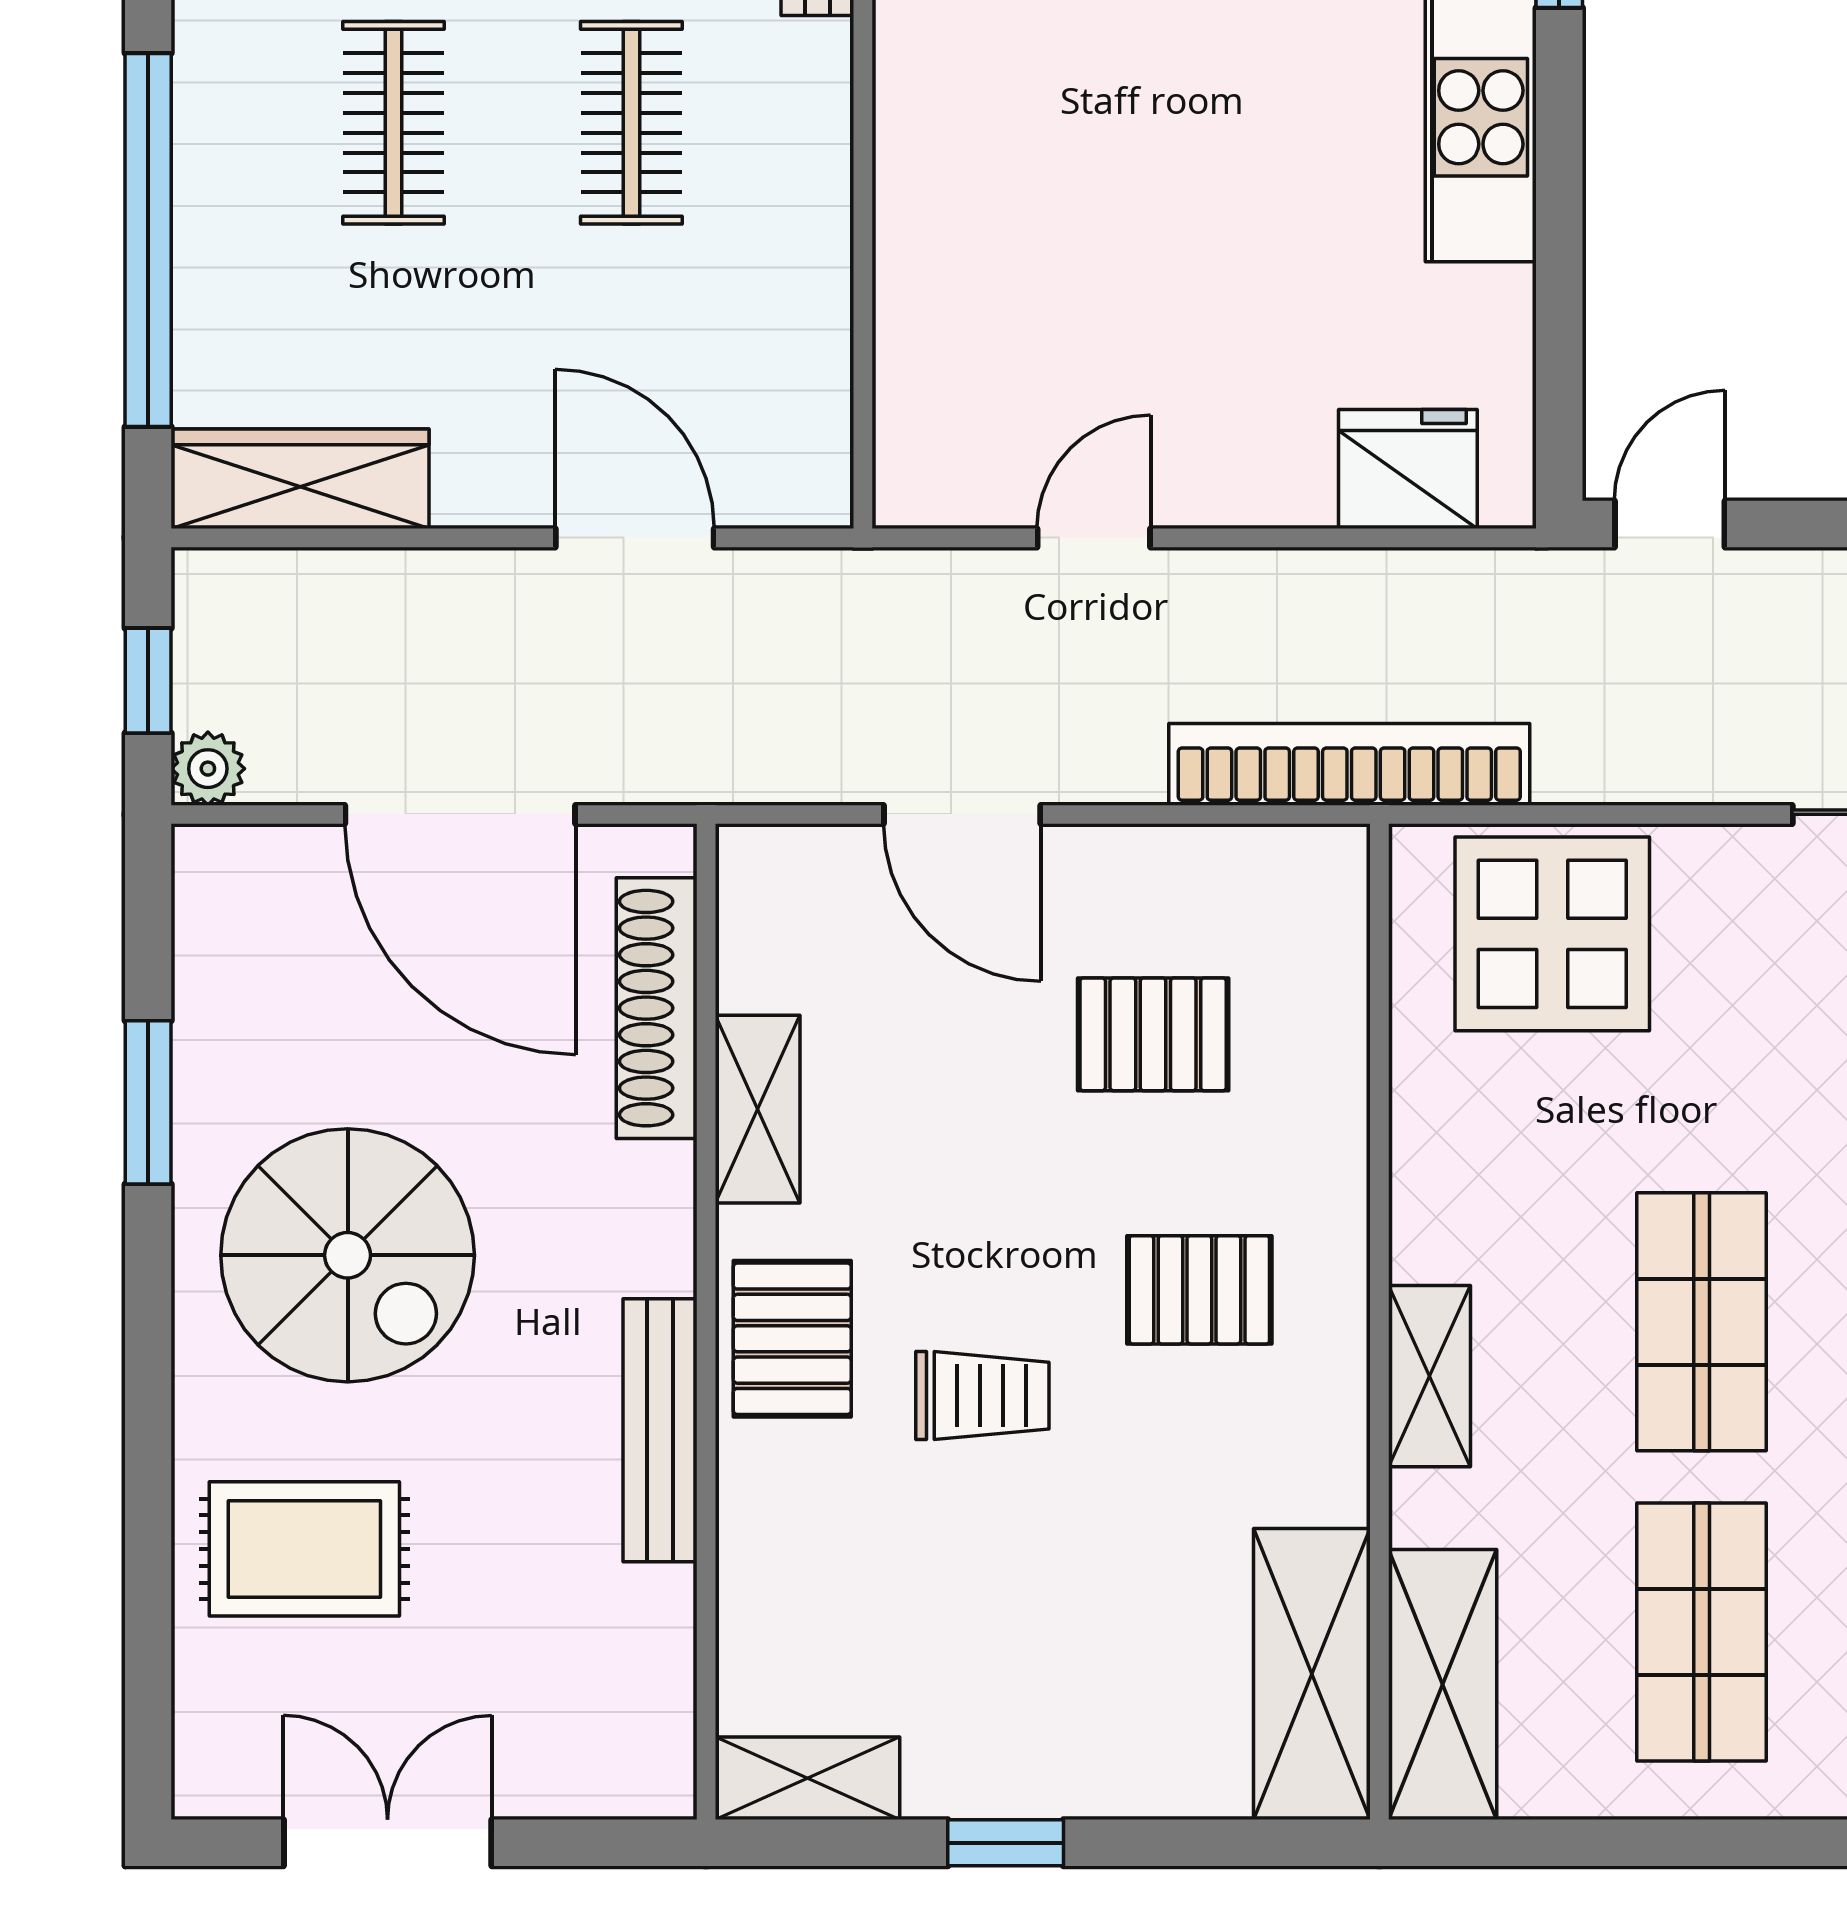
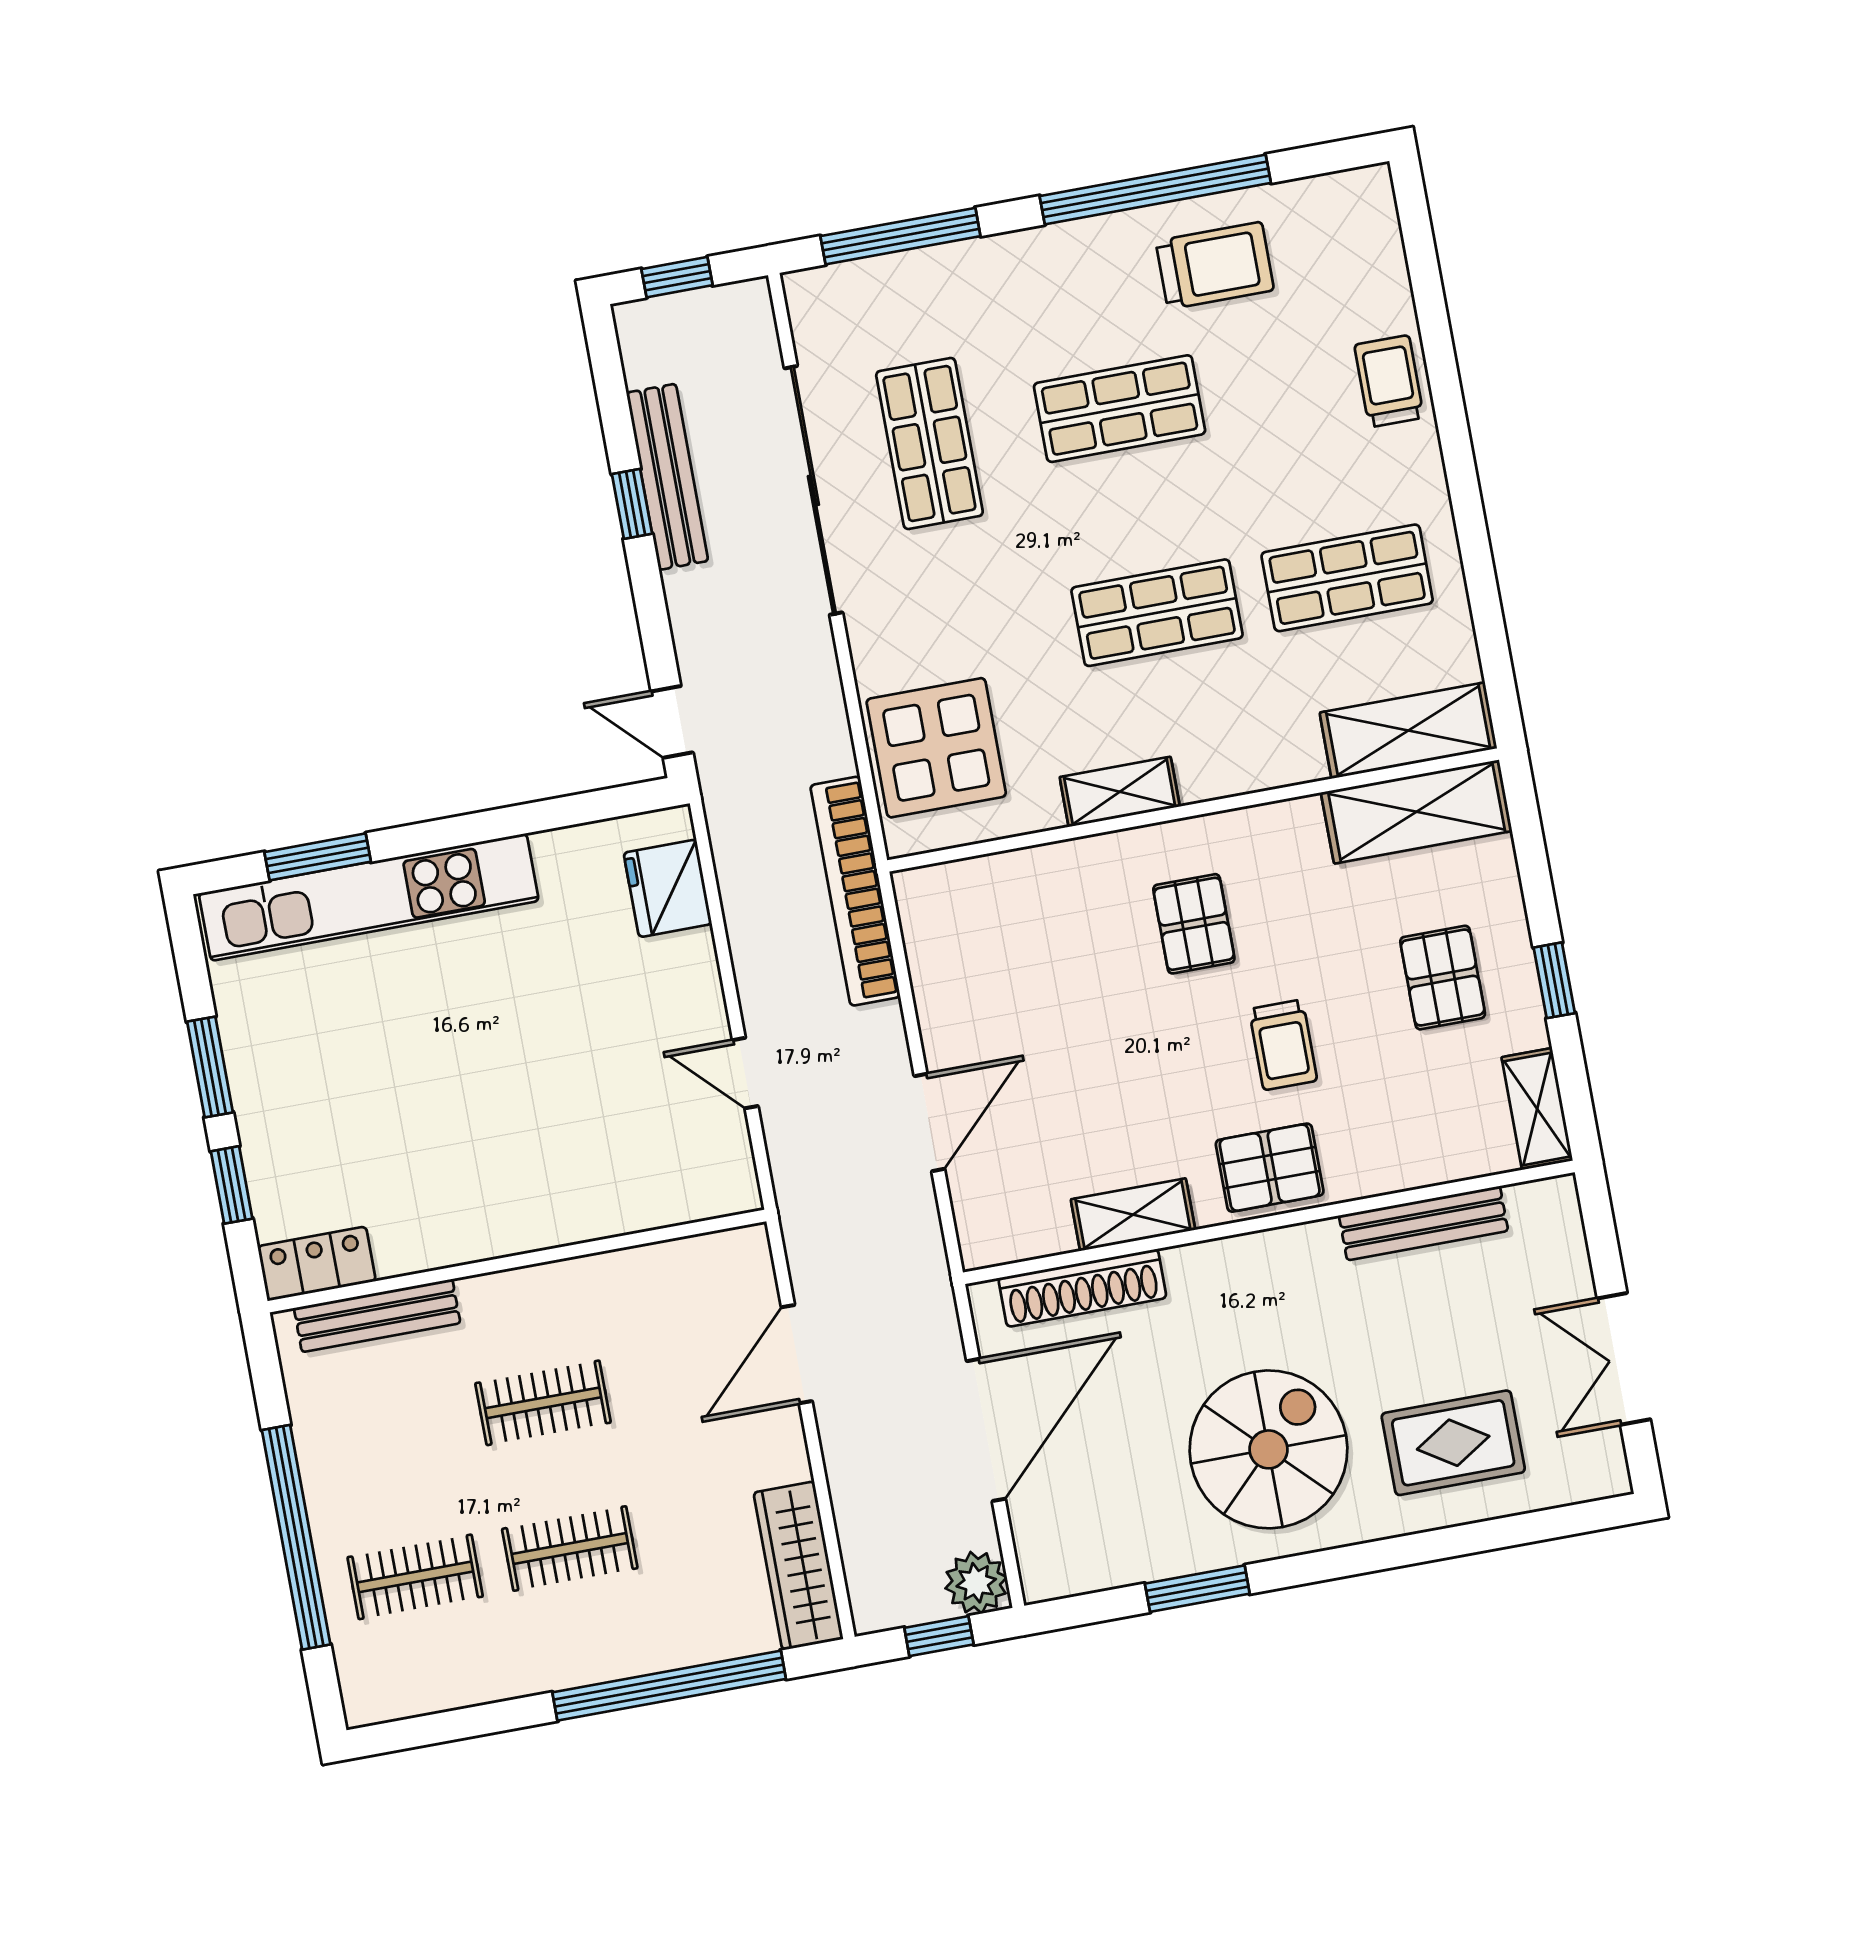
plant: (208, 769) -> (976, 1583), width x1.38, depth x1.38
pallet: (1153, 1034) -> (1443, 978), moved
shelving: (1429, 1376) -> (1120, 792), moved
trolley: (982, 1396) -> (1283, 1045), turned 180
bench: (660, 1430) -> (1423, 1223), moved
rug: (304, 1549) -> (1453, 1443), turned 90

